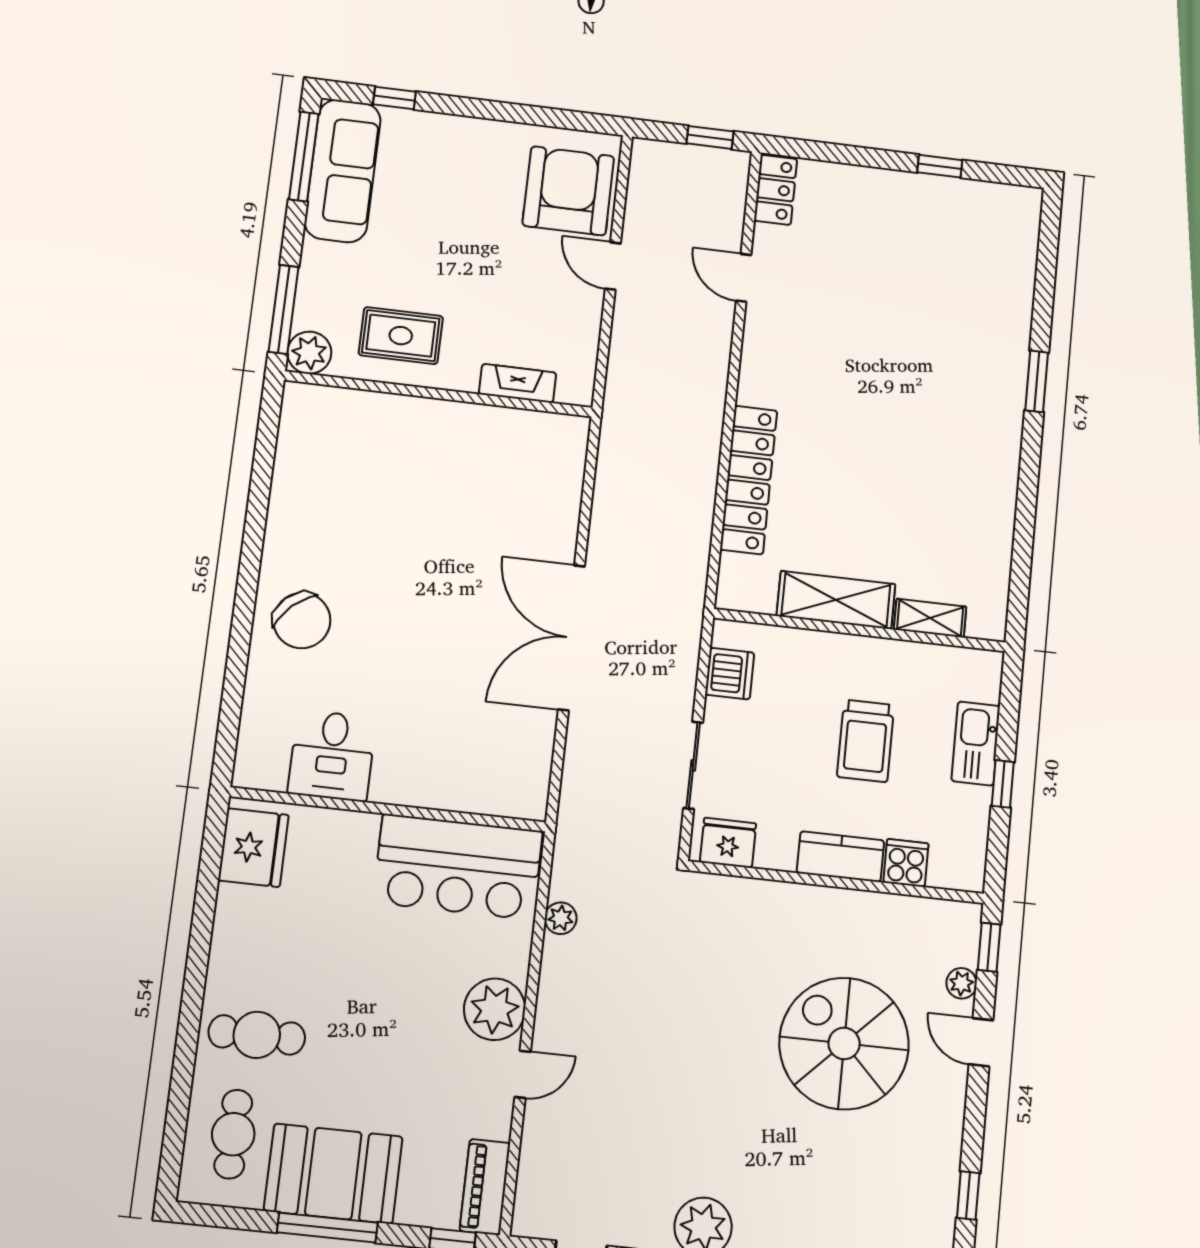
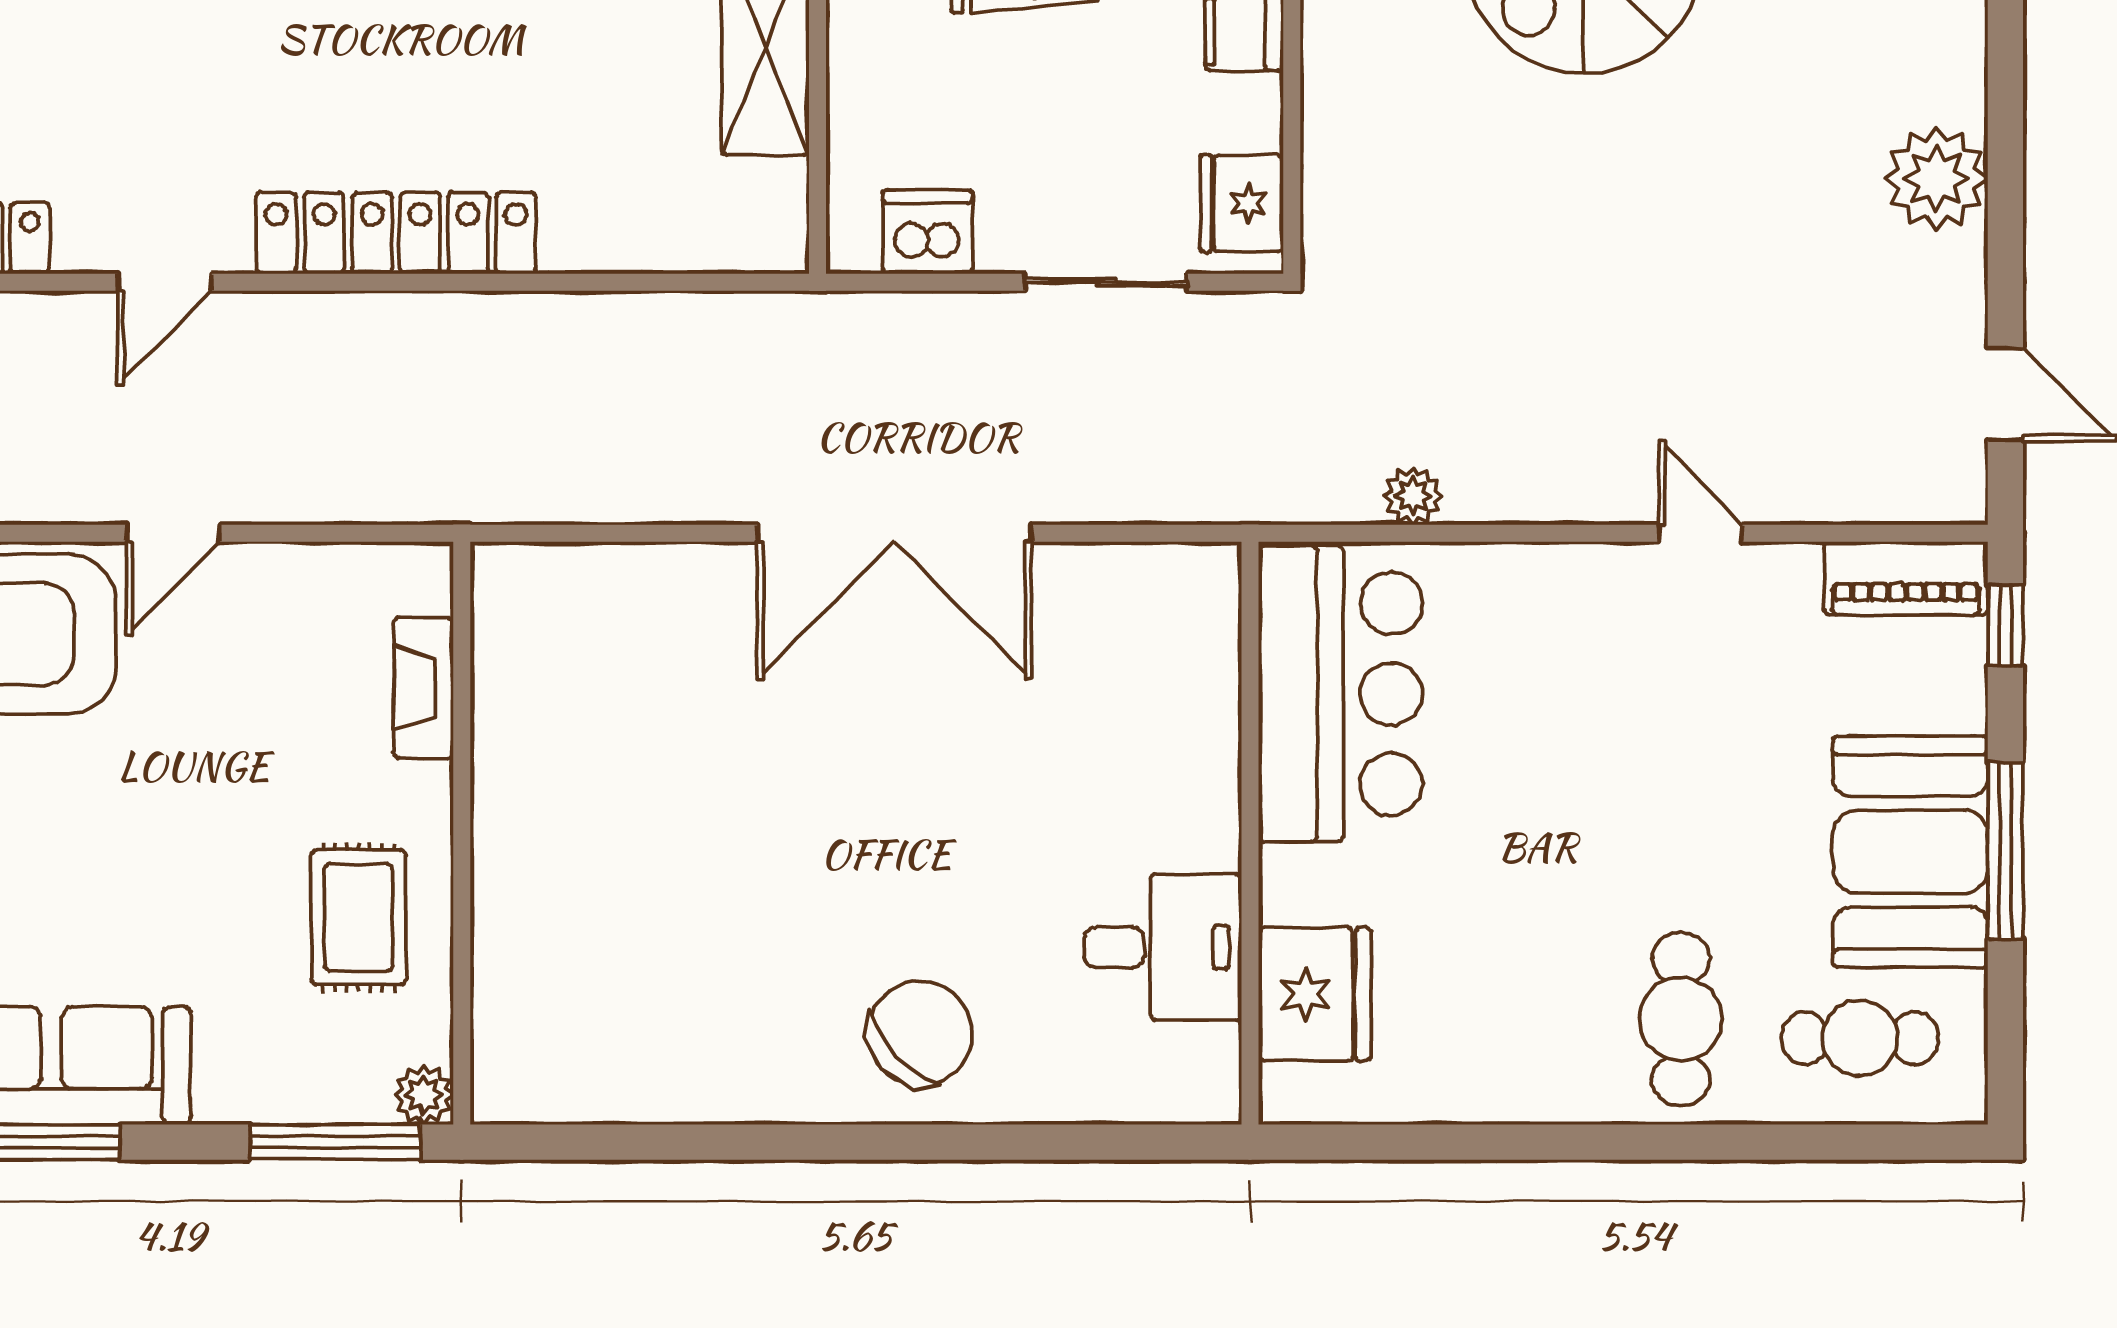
plant: (309, 353) -> (424, 1095), width x0.73, depth x0.73
locker: (749, 480) -> (396, 233), moved
fridge: (253, 848) -> (1315, 994), moved, turned 90
plant: (495, 1009) -> (1590, 597), removed

